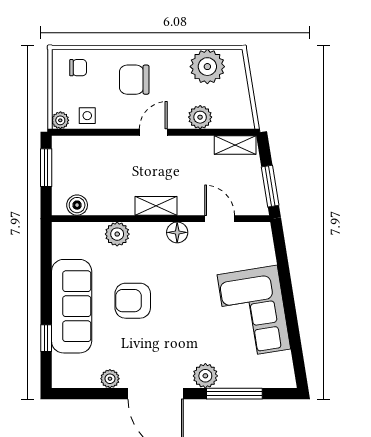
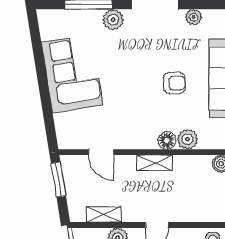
shelving: (235, 145) -> (104, 214), moved
floor lamp: (177, 232) -> (167, 141), moved
armchair: (133, 301) -> (174, 83), width x0.72, depth x0.72

